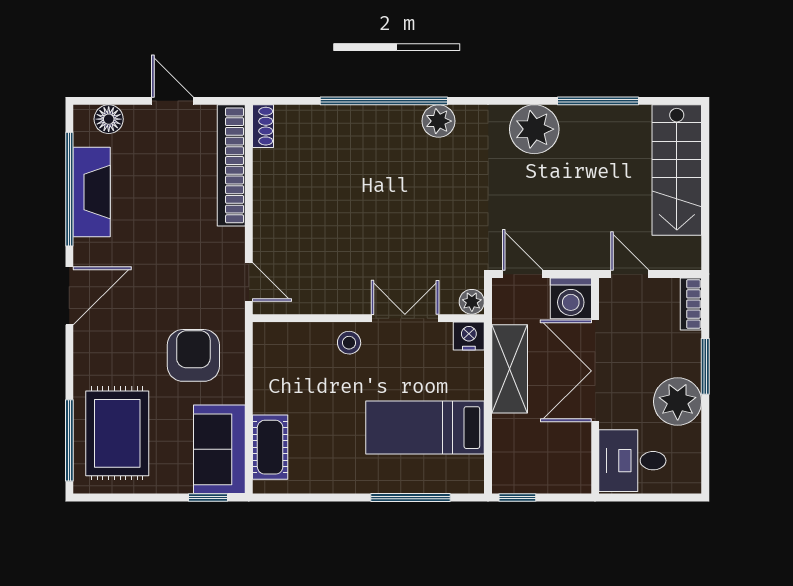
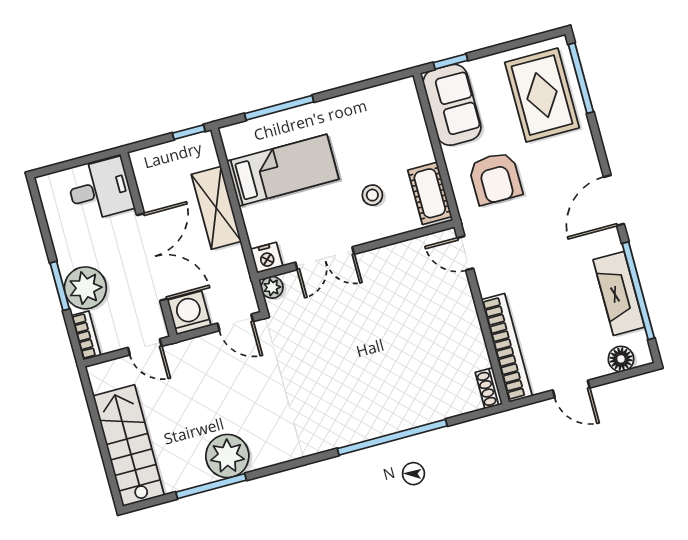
plant: (438, 121) -> (341, 433), removed
plant: (534, 129) -> (227, 456), moved
stool: (349, 343) -> (372, 195), moved
shelving: (510, 369) -> (216, 208), moved
plant: (678, 402) -> (85, 288), moved
cot: (270, 447) -> (430, 193), moved

